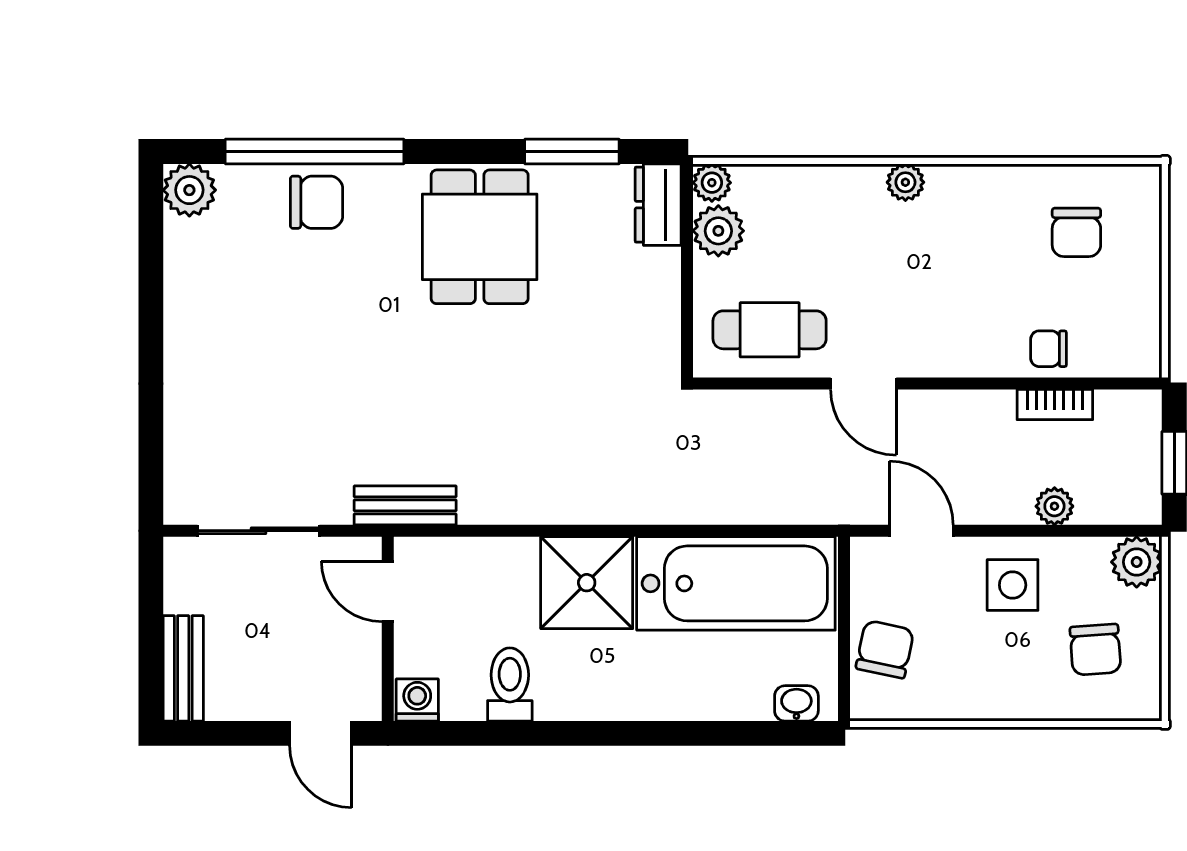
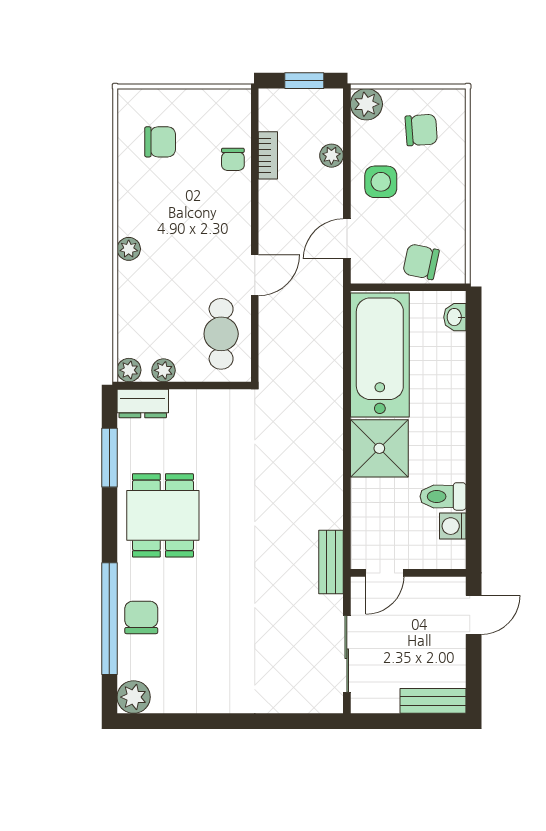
plant: (718, 231) -> (163, 370), width x0.73, depth x0.73
dining table: (480, 237) -> (163, 515), turned 90
washing machine: (417, 700) -> (453, 526), moved

